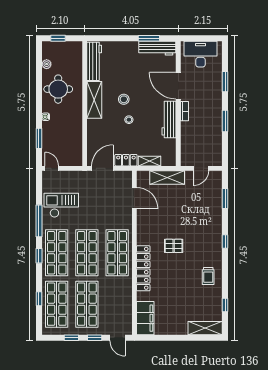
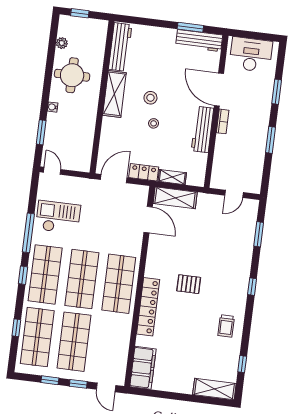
shelving: (167, 178) -> (175, 198), moved

